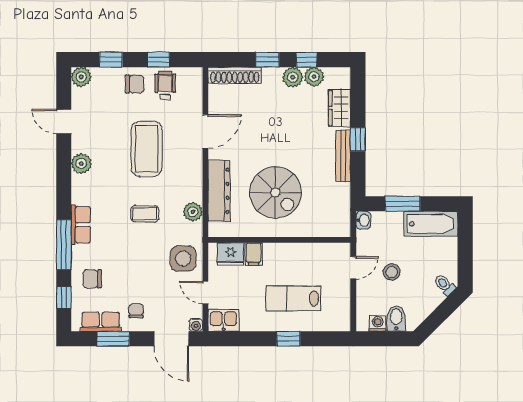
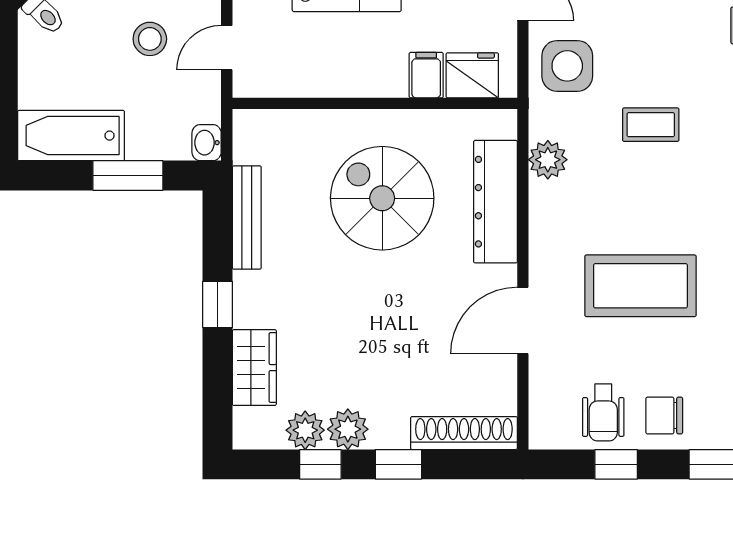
coffee table: (147, 149) -> (640, 286), turned 90
bench: (343, 156) -> (247, 218), moved
coffee table: (145, 214) -> (651, 125), moved

